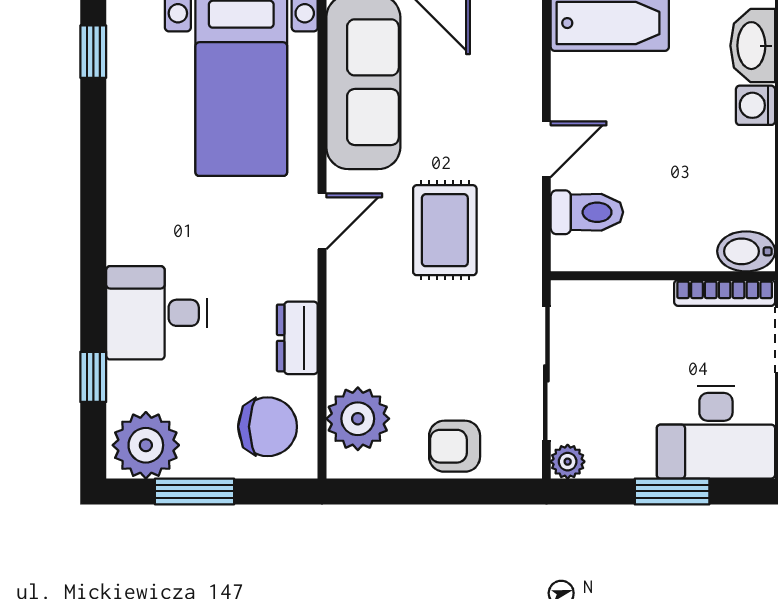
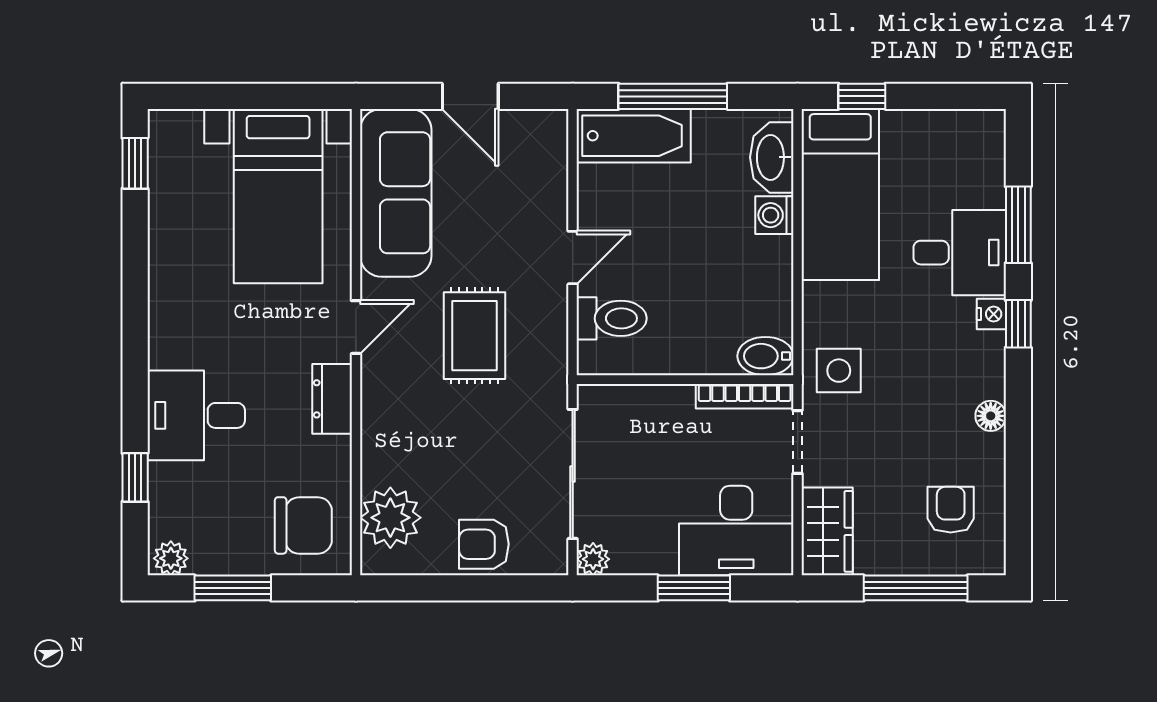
dresser: (297, 338) -> (332, 399), moved
plant: (146, 445) -> (171, 558), width x0.53, depth x0.53

